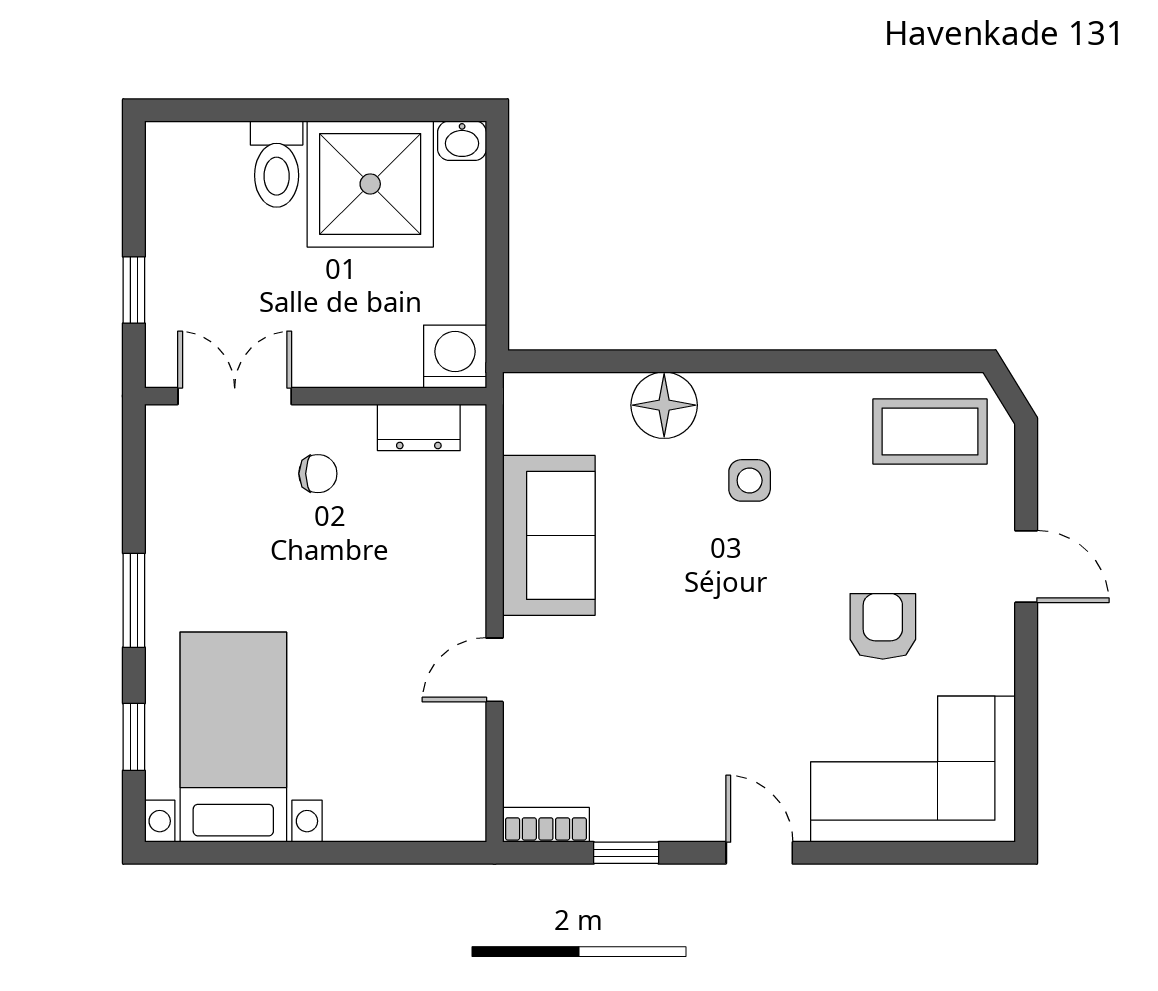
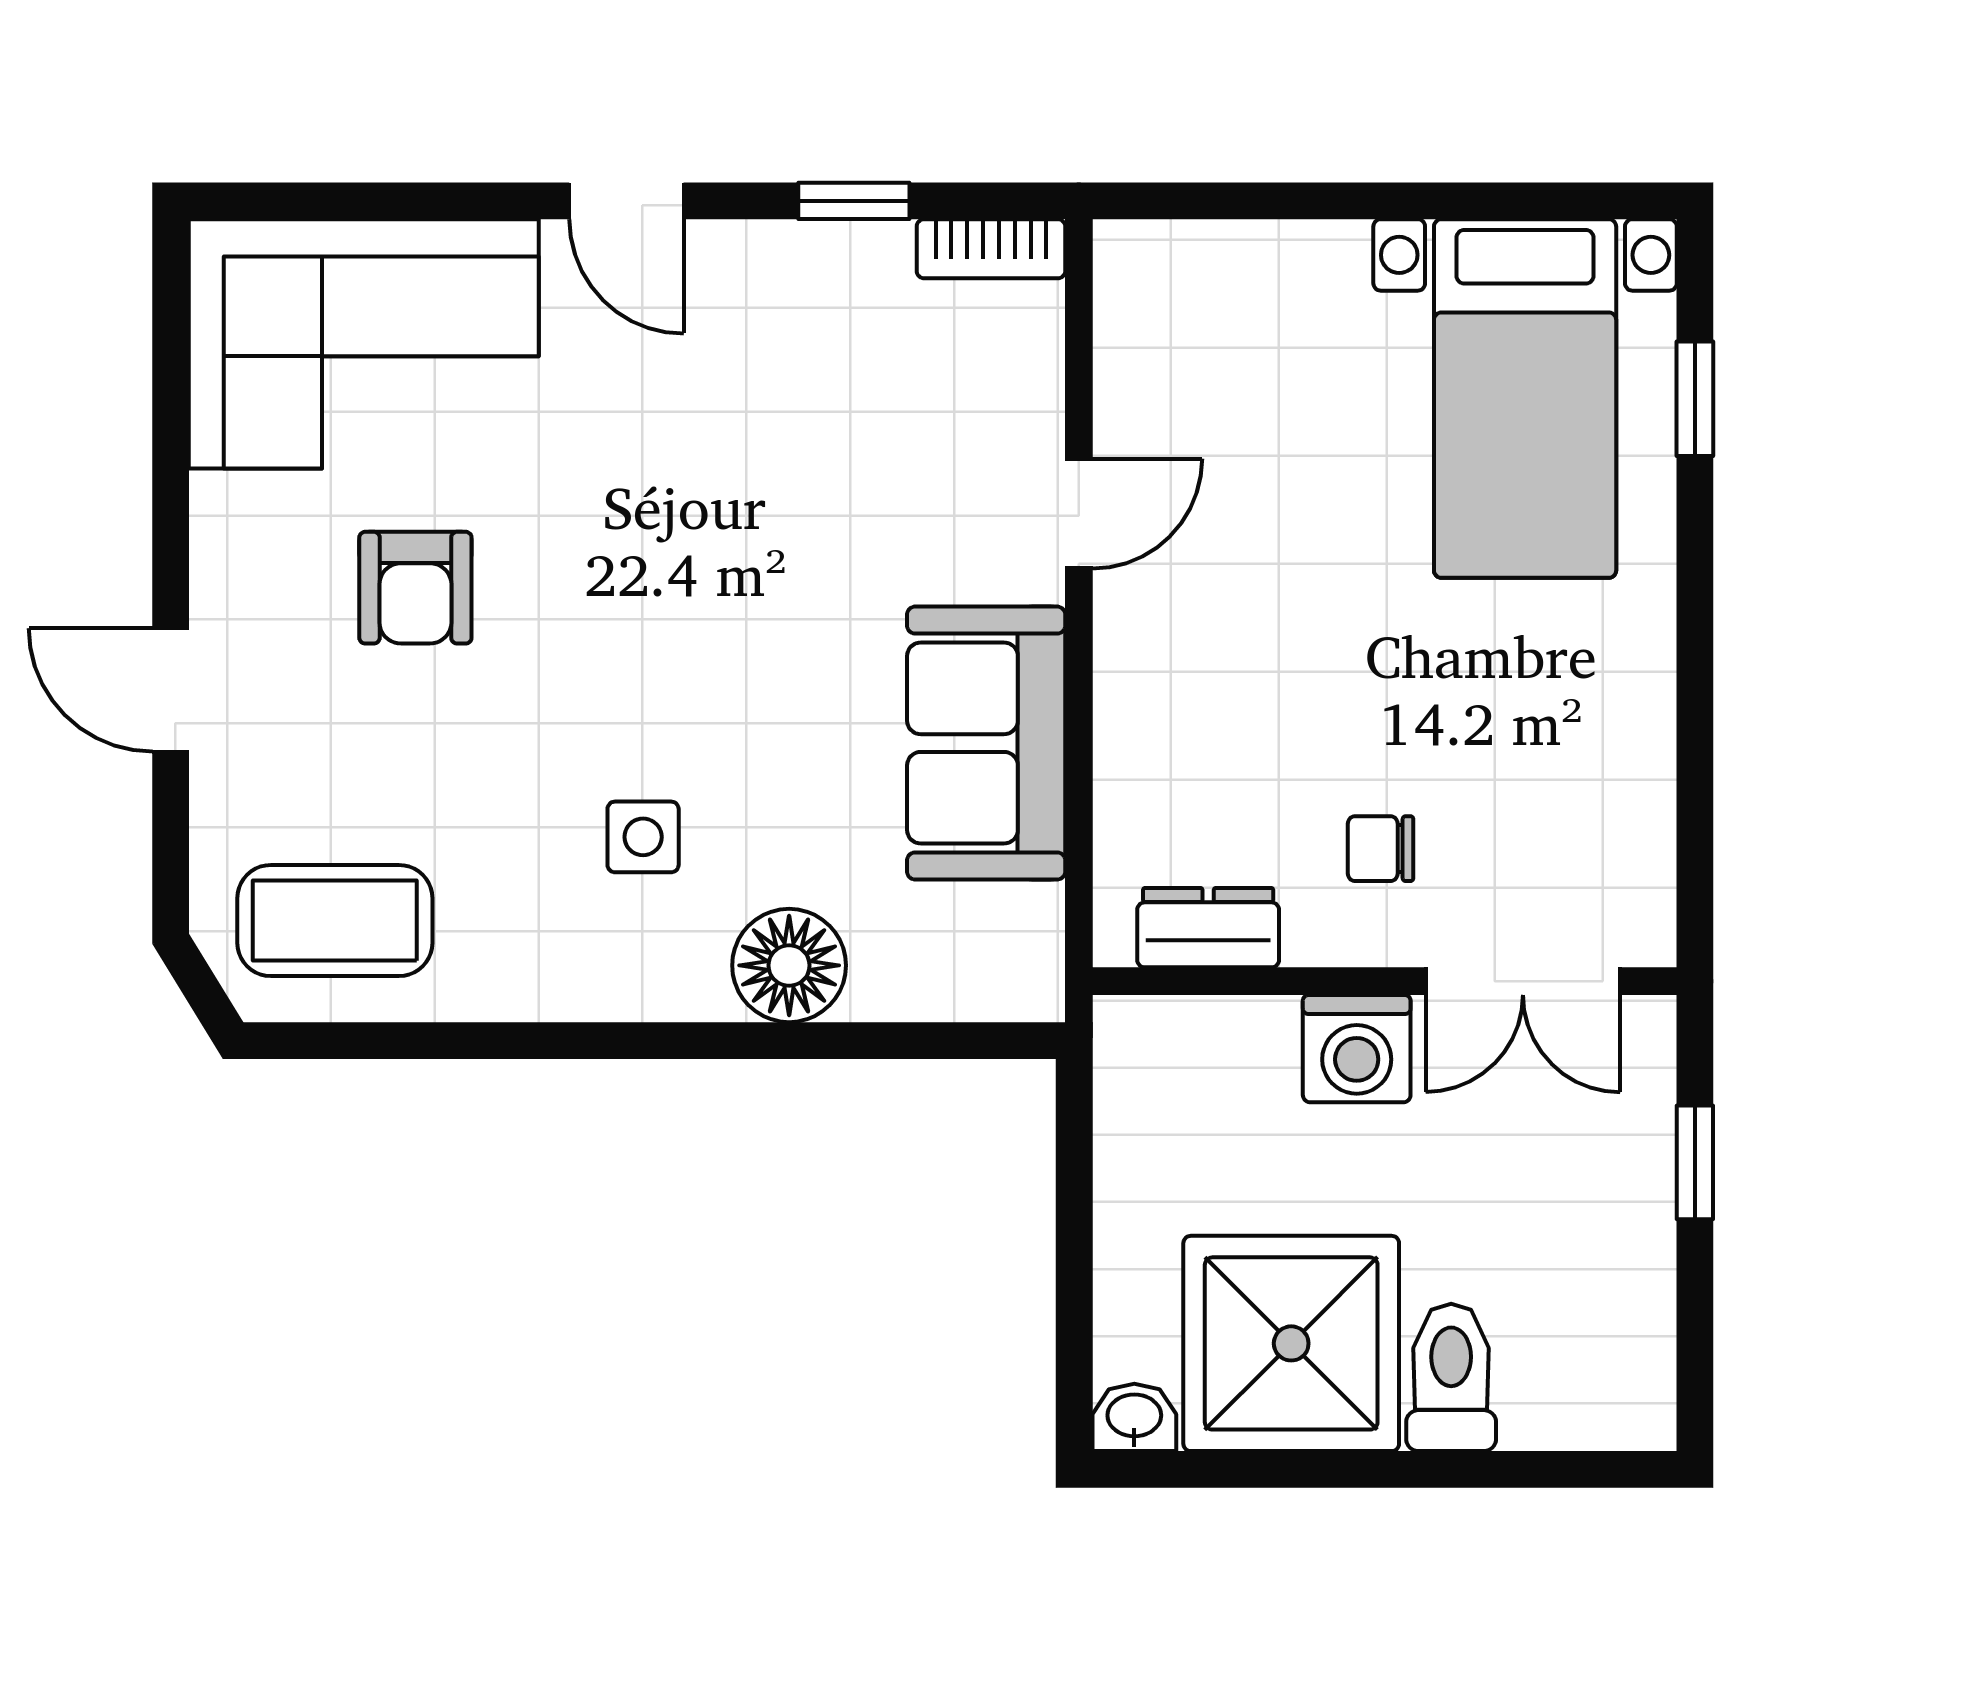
washing machine: (455, 357) -> (1357, 1049), moved
window: (134, 600) -> (1695, 632), removed

